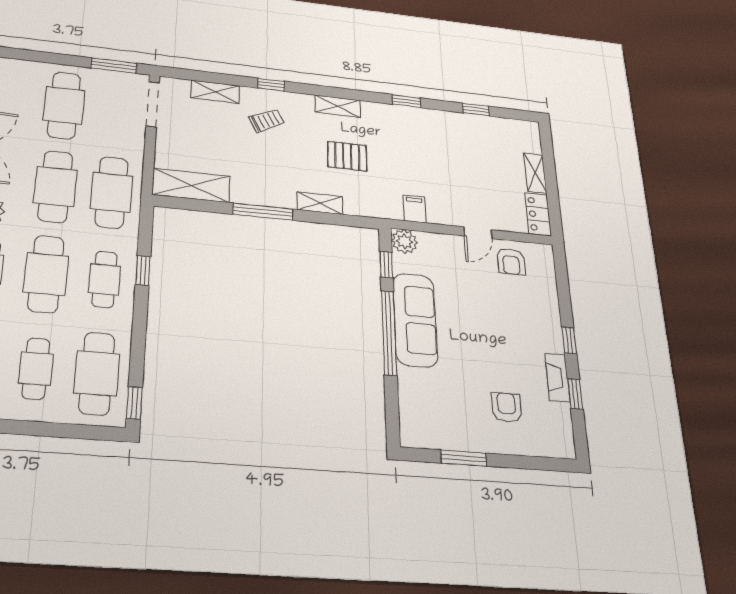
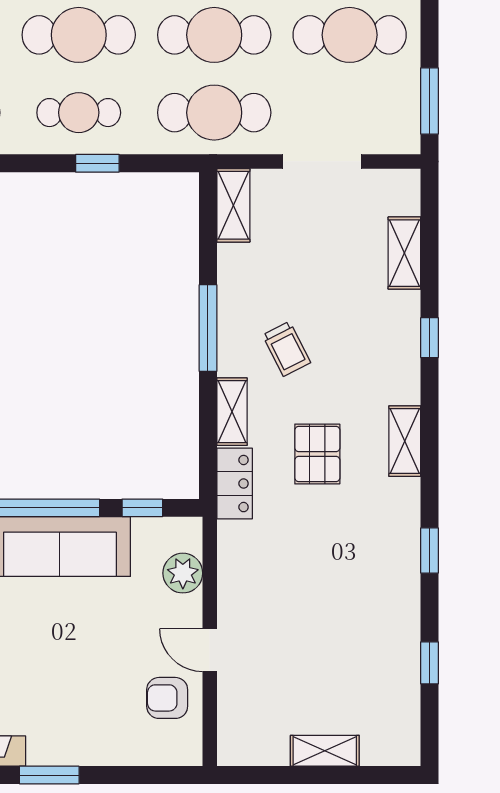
doorway: (153, 104) -> (322, 161), moved
trolley: (267, 121) -> (287, 349), moved
shelving: (191, 185) -> (233, 205), width x0.67, depth x0.75
filing cabinet: (415, 209) -> (239, 555), removed
locker: (538, 214) -> (235, 484), moved, turned 90
plant: (404, 241) -> (183, 573), moved
window: (569, 340) -> (49, 775), width x1.50

